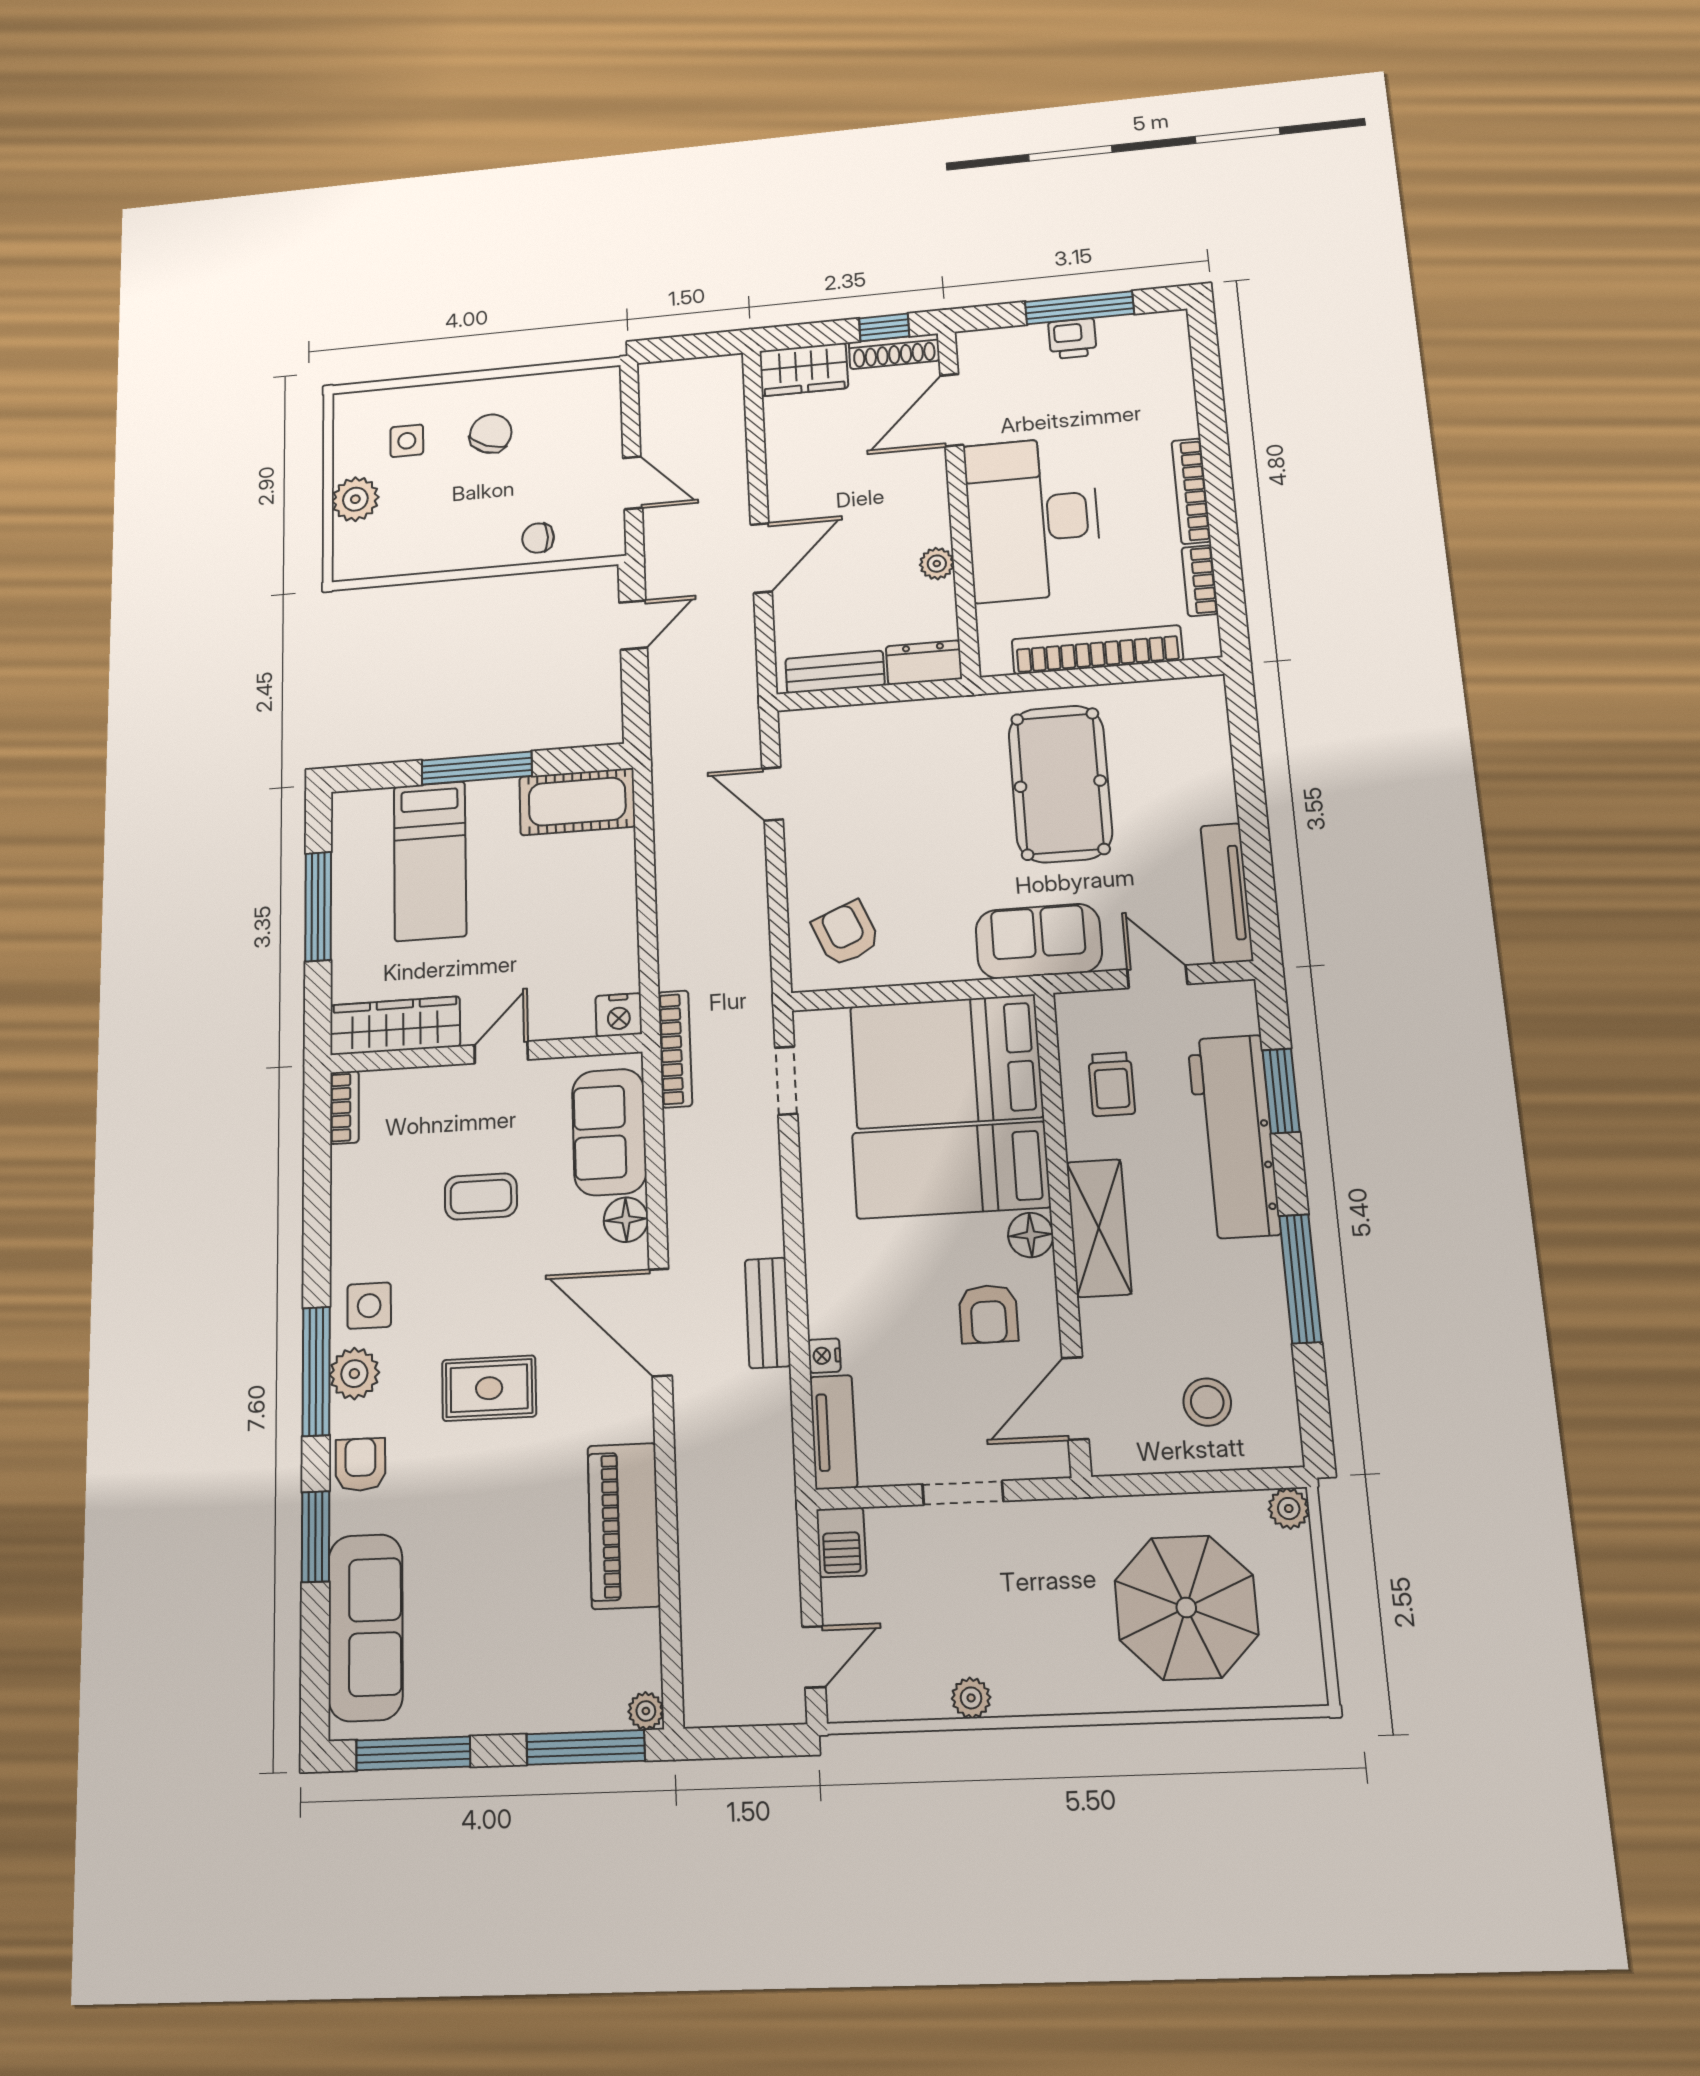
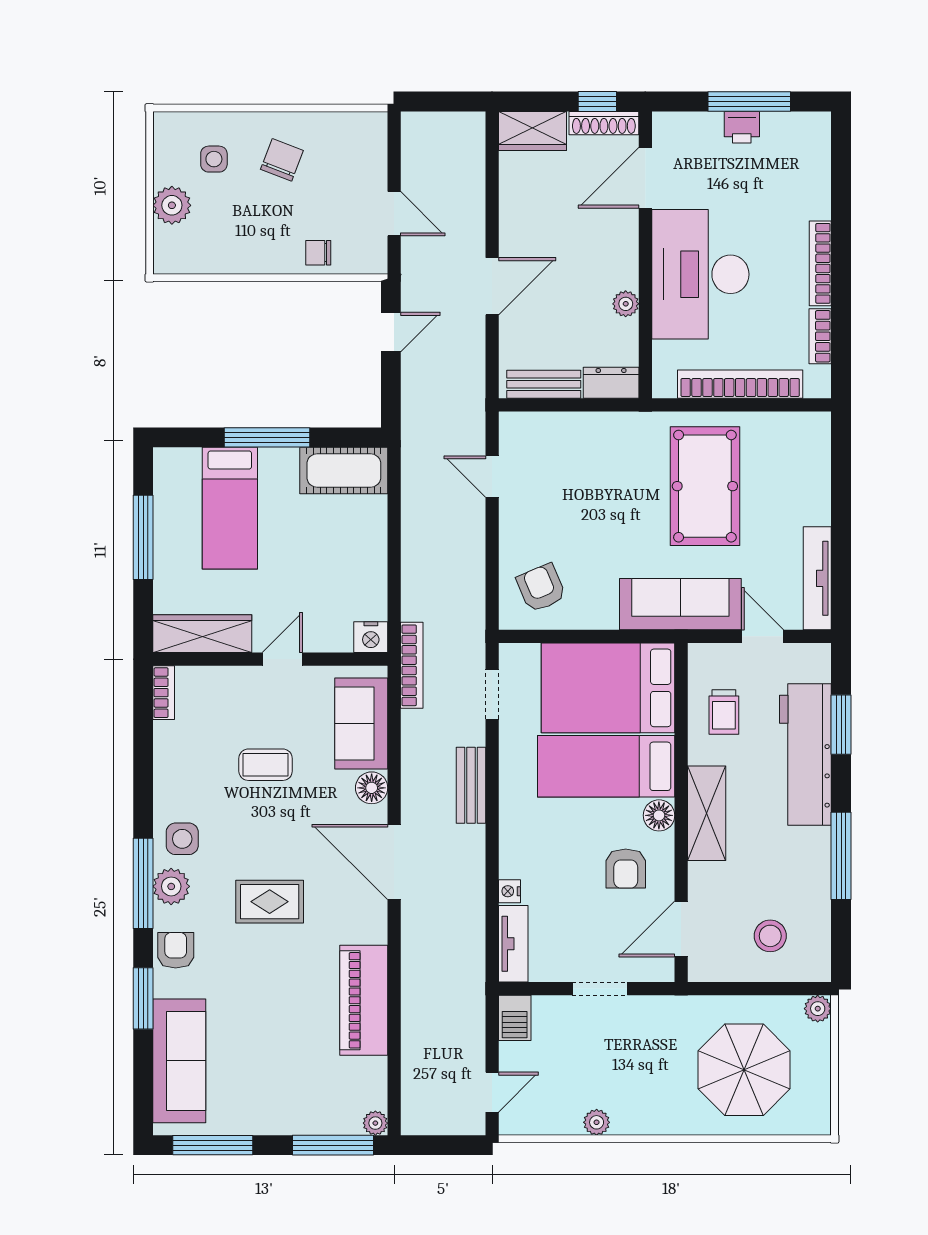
sofa: (1039, 941) -> (680, 604), width x1.36
bench: (768, 1313) -> (471, 785), moved

